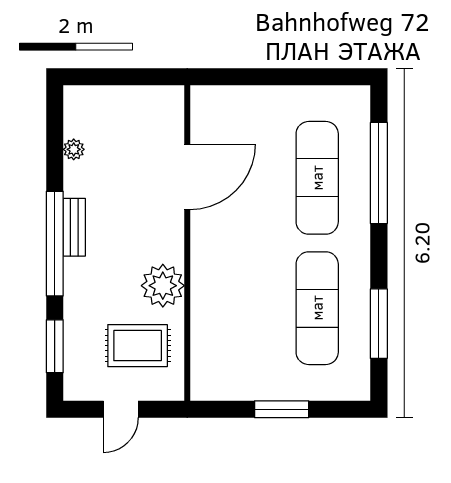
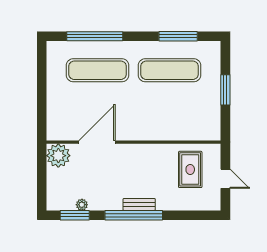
door: (187, 177) -> (97, 142), hinge flipped
bench: (74, 227) -> (139, 204), moved
plant: (163, 286) -> (58, 156), moved
window: (55, 346) -> (75, 215), moved

